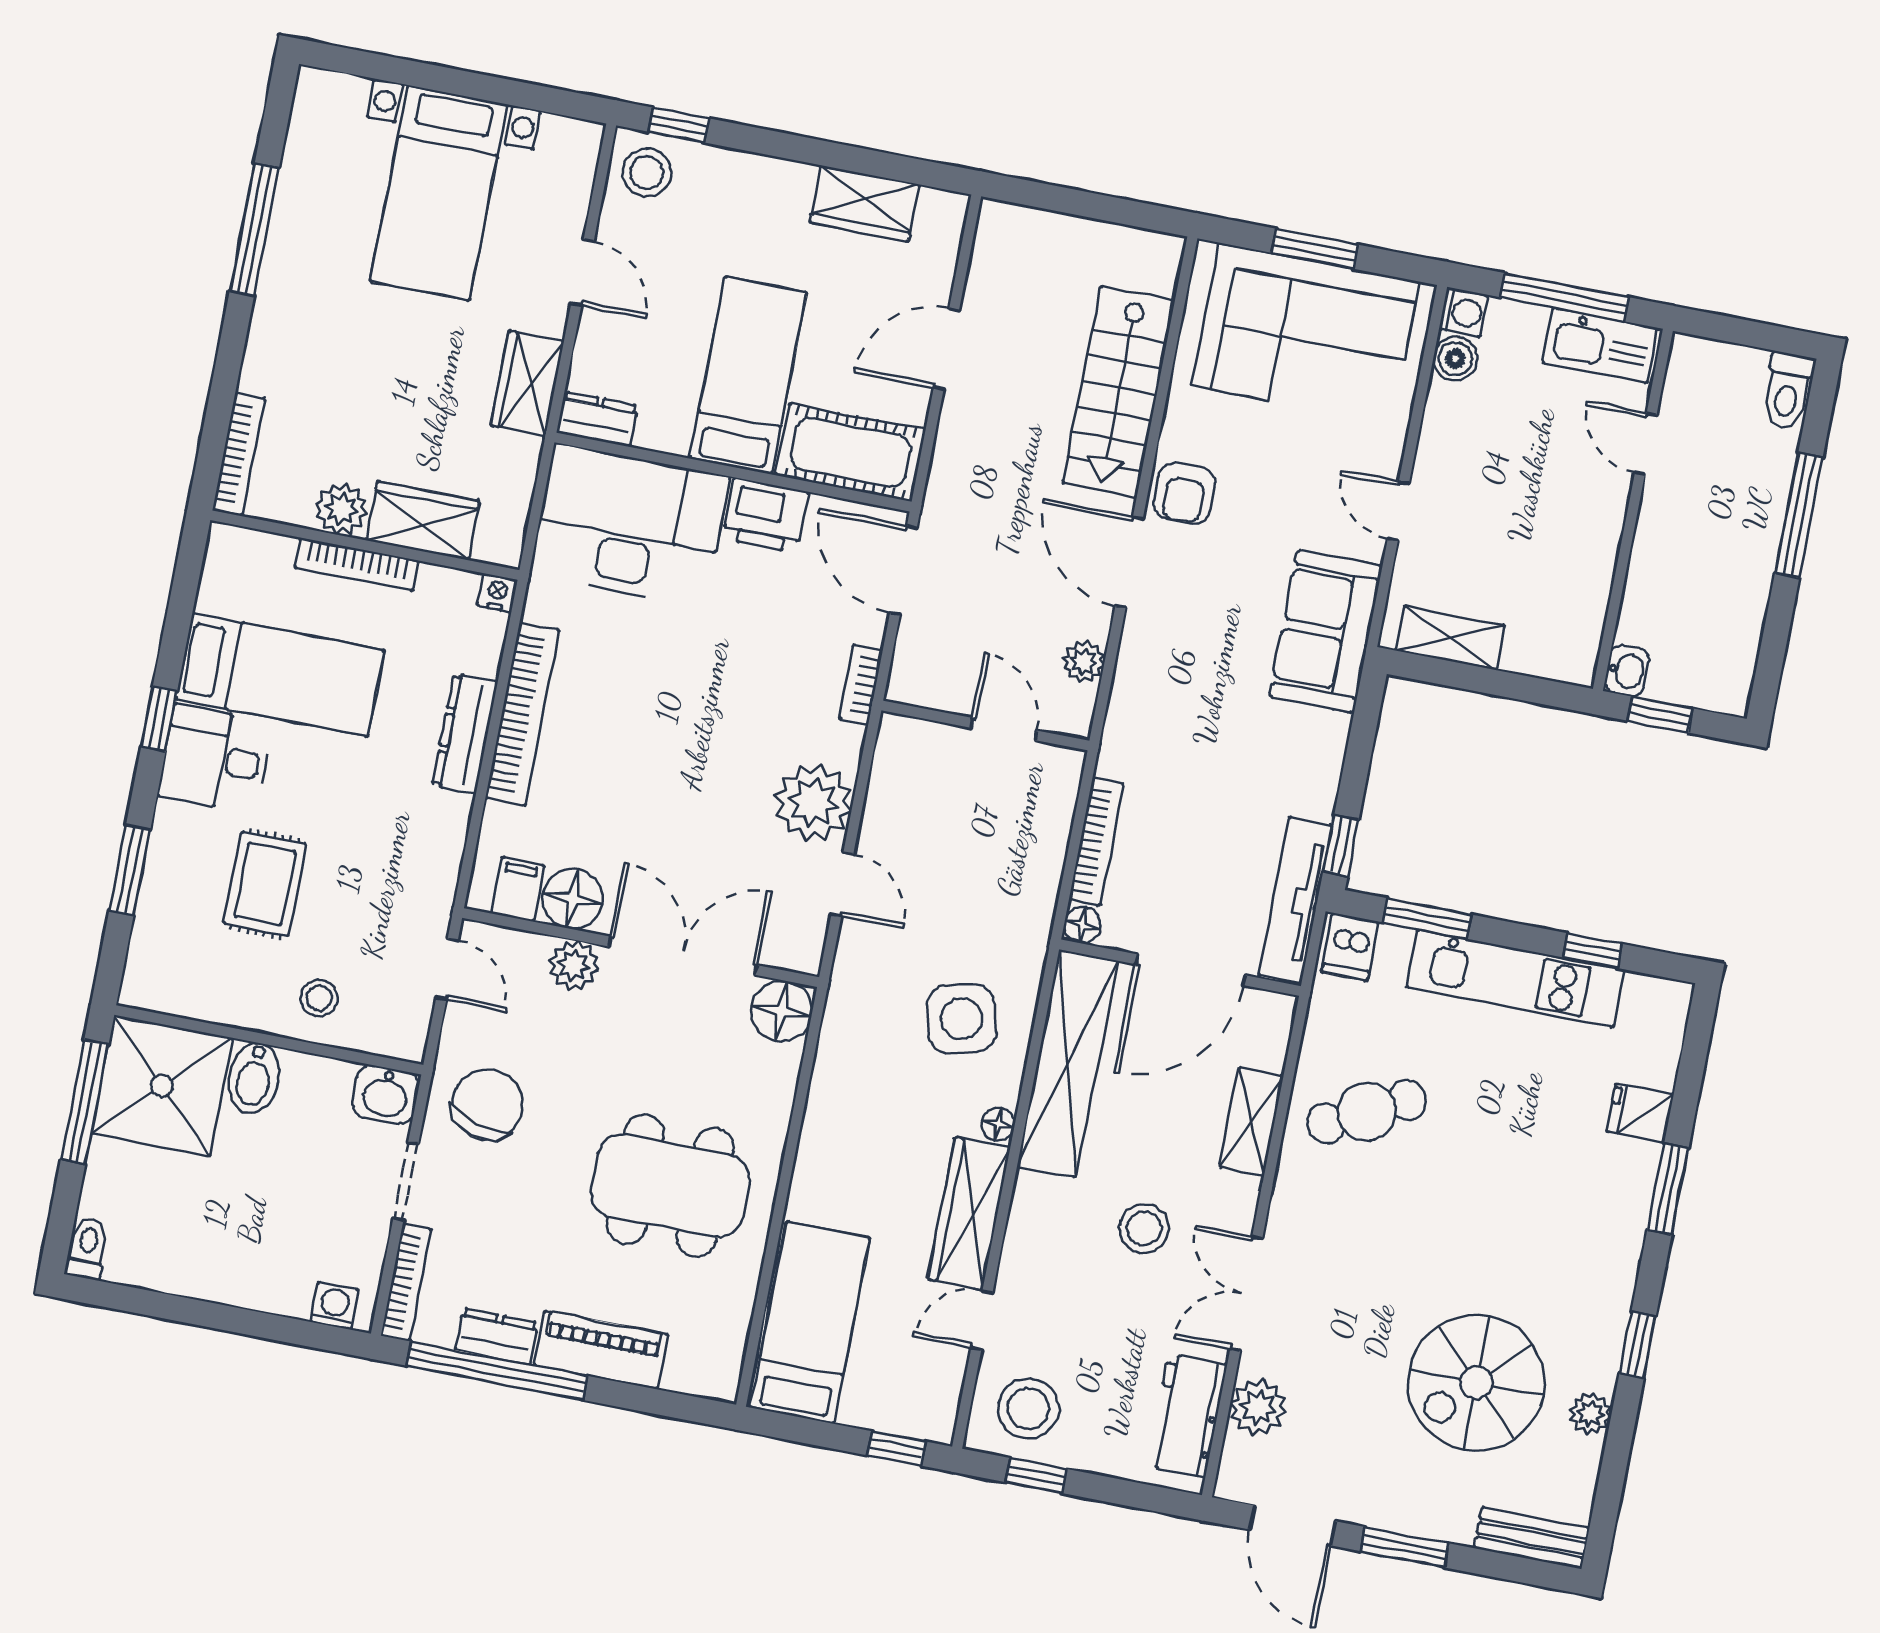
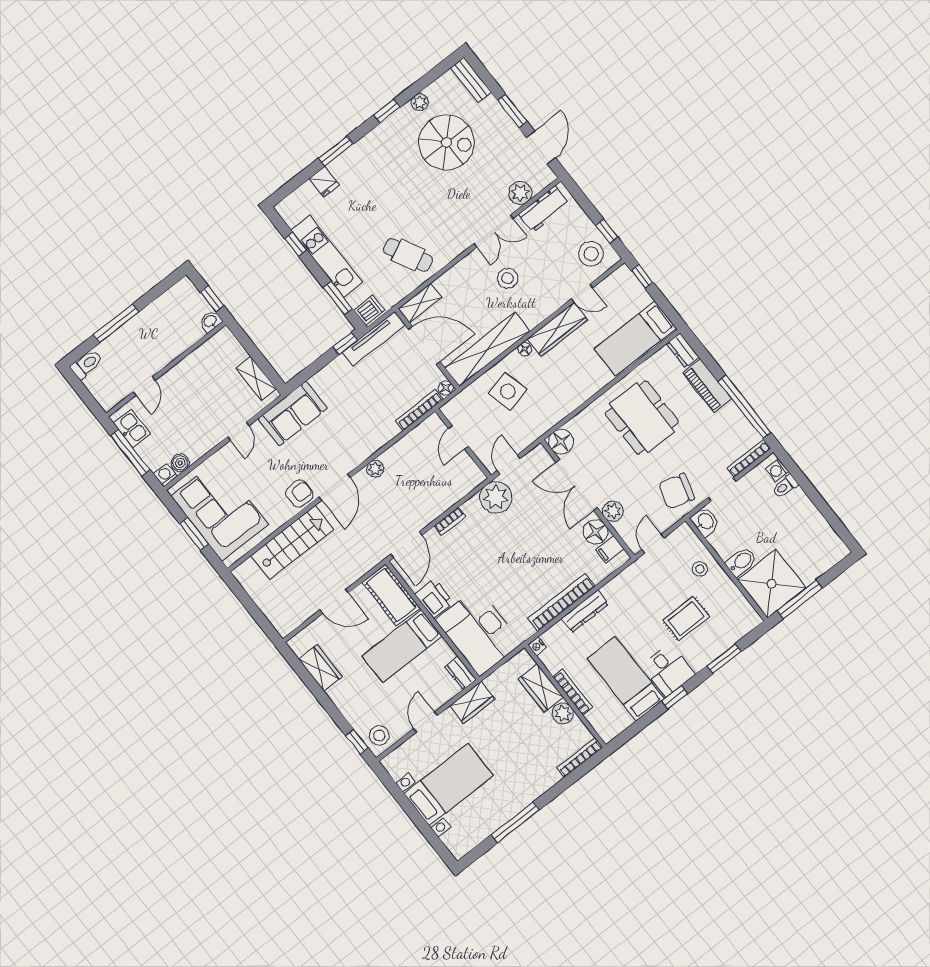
kitchen sink: (1600, 345) -> (132, 428), width x0.73
wall: (985, 725) -> (463, 443), moved
door: (1004, 729) -> (458, 437), moved
shelving: (1251, 1121) -> (420, 303), moved
toilet: (87, 1248) -> (785, 486), moved
dresser: (497, 1336) -> (683, 350), moved

